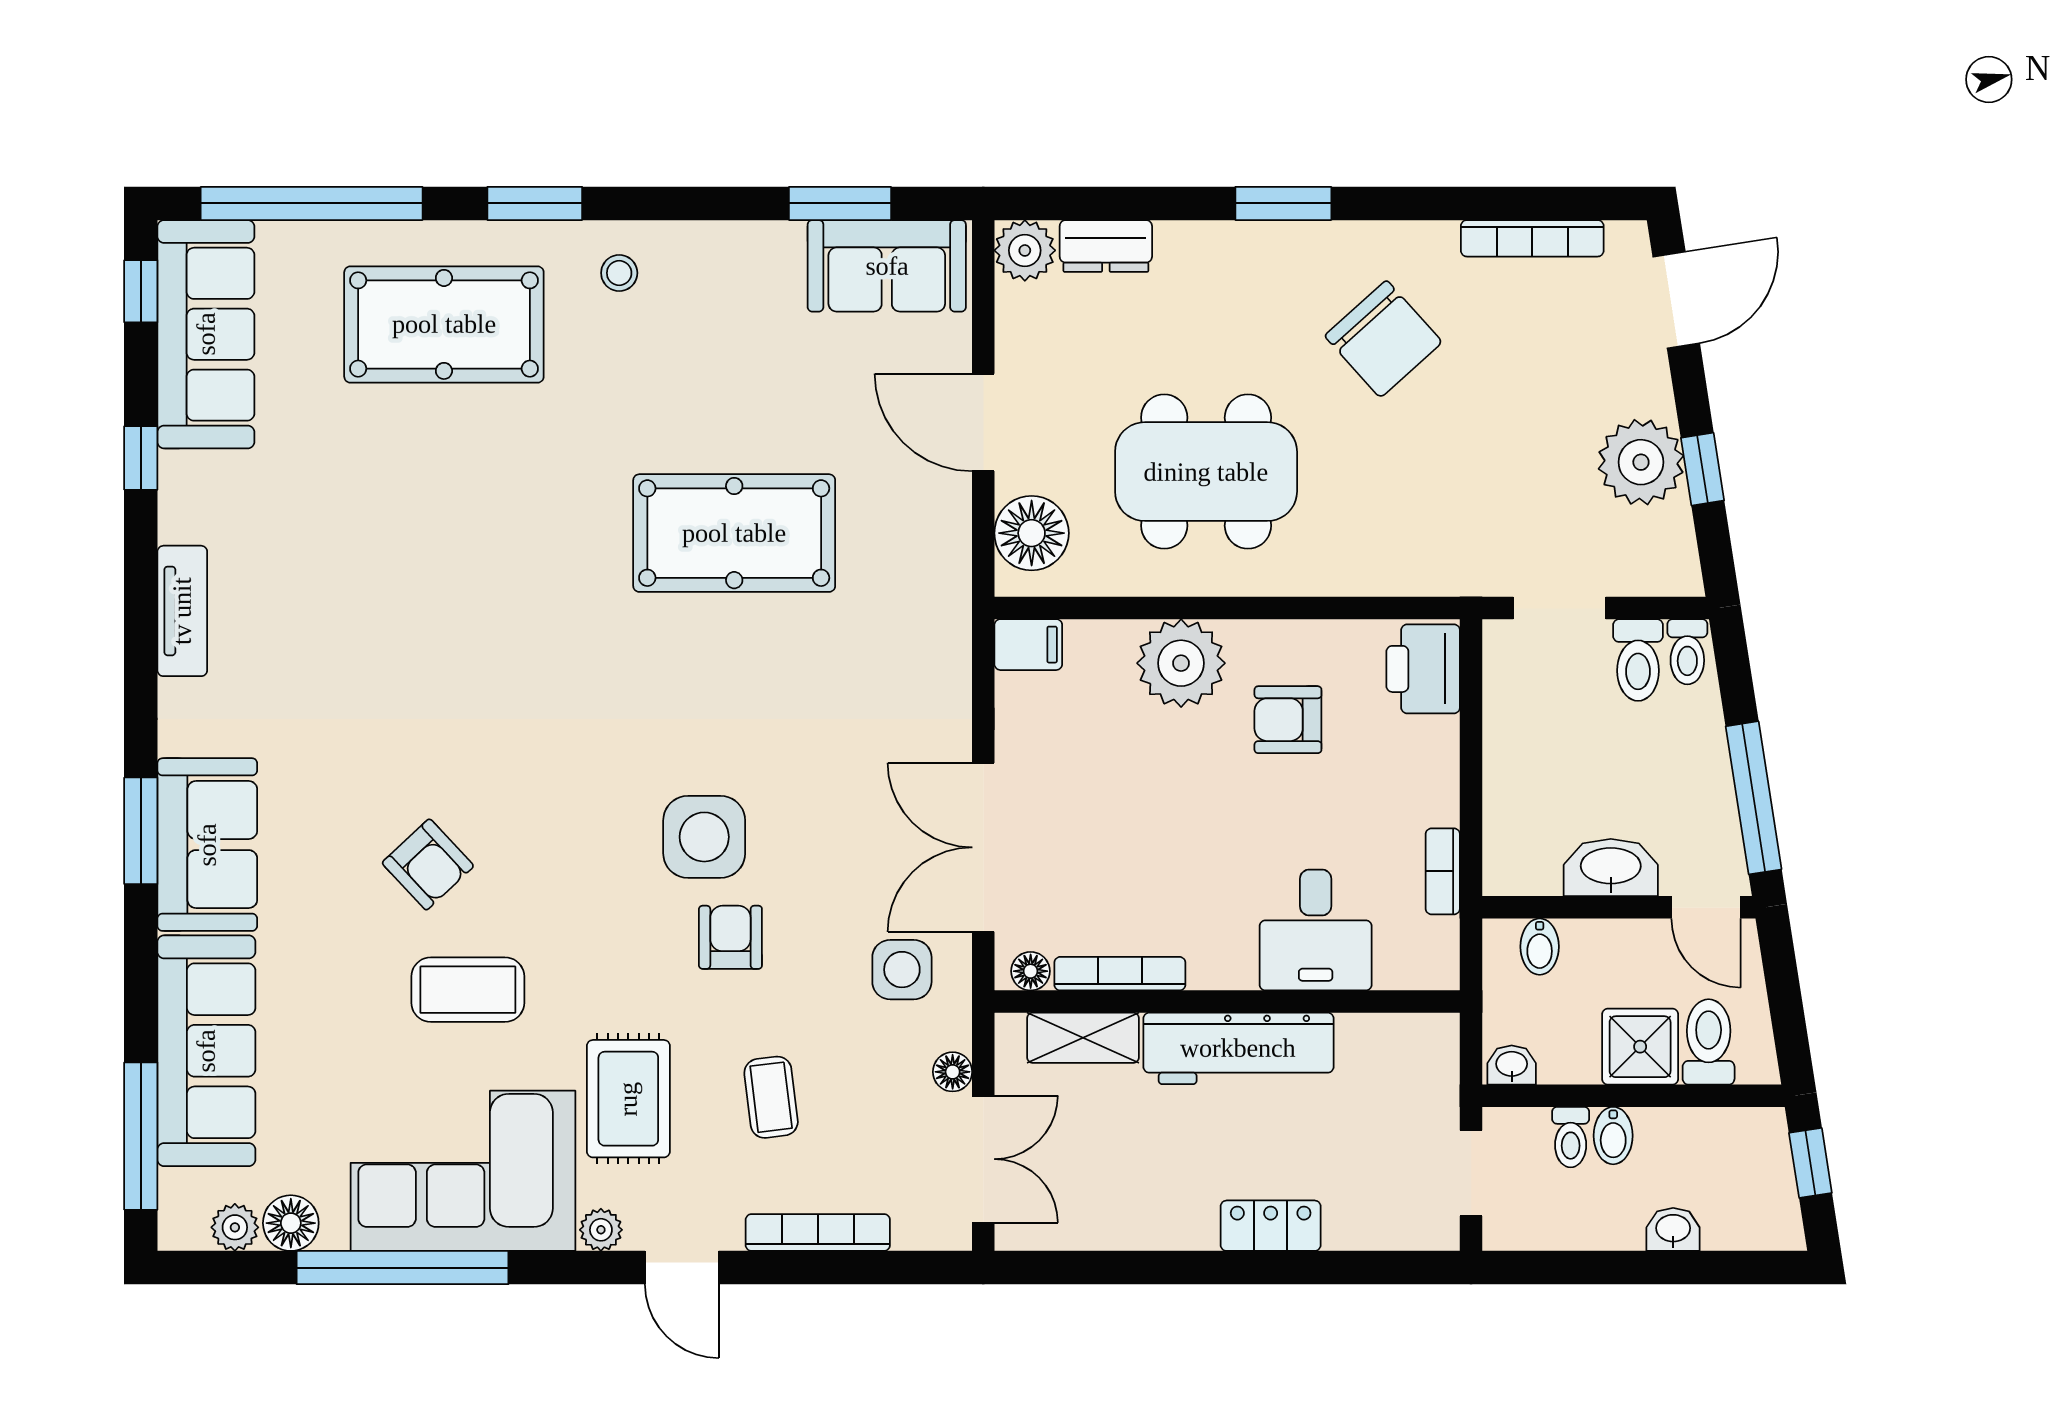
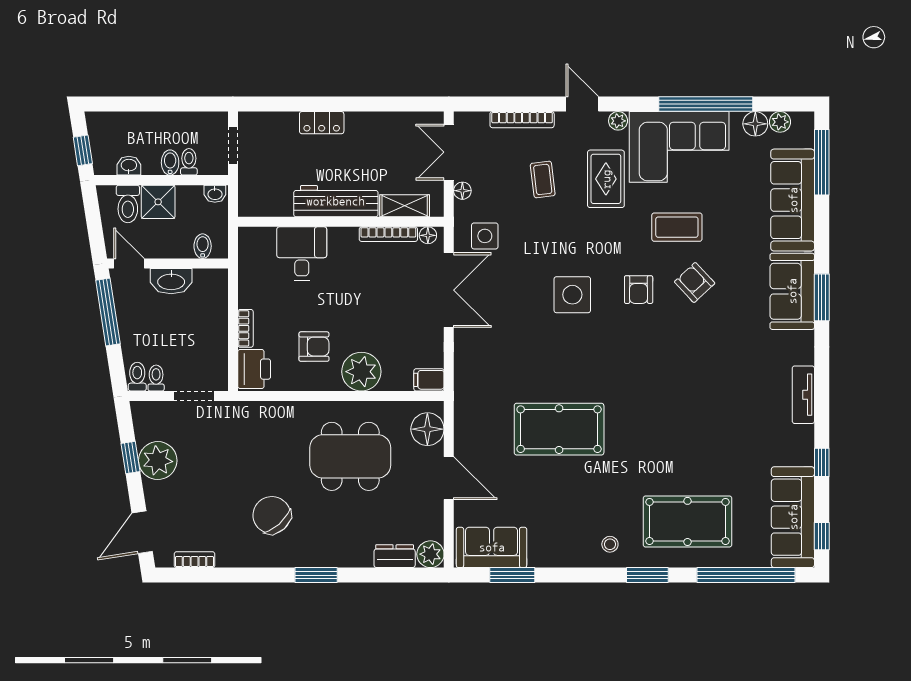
bookcase: (1532, 238) -> (195, 560), width x0.64
toilet: (1638, 660) -> (156, 378), width x0.73, depth x0.72
bookcase: (1443, 871) -> (245, 328), moved
armchair: (730, 937) -> (639, 290), moved
washbasin: (1673, 1229) -> (129, 166), moved, turned 180

